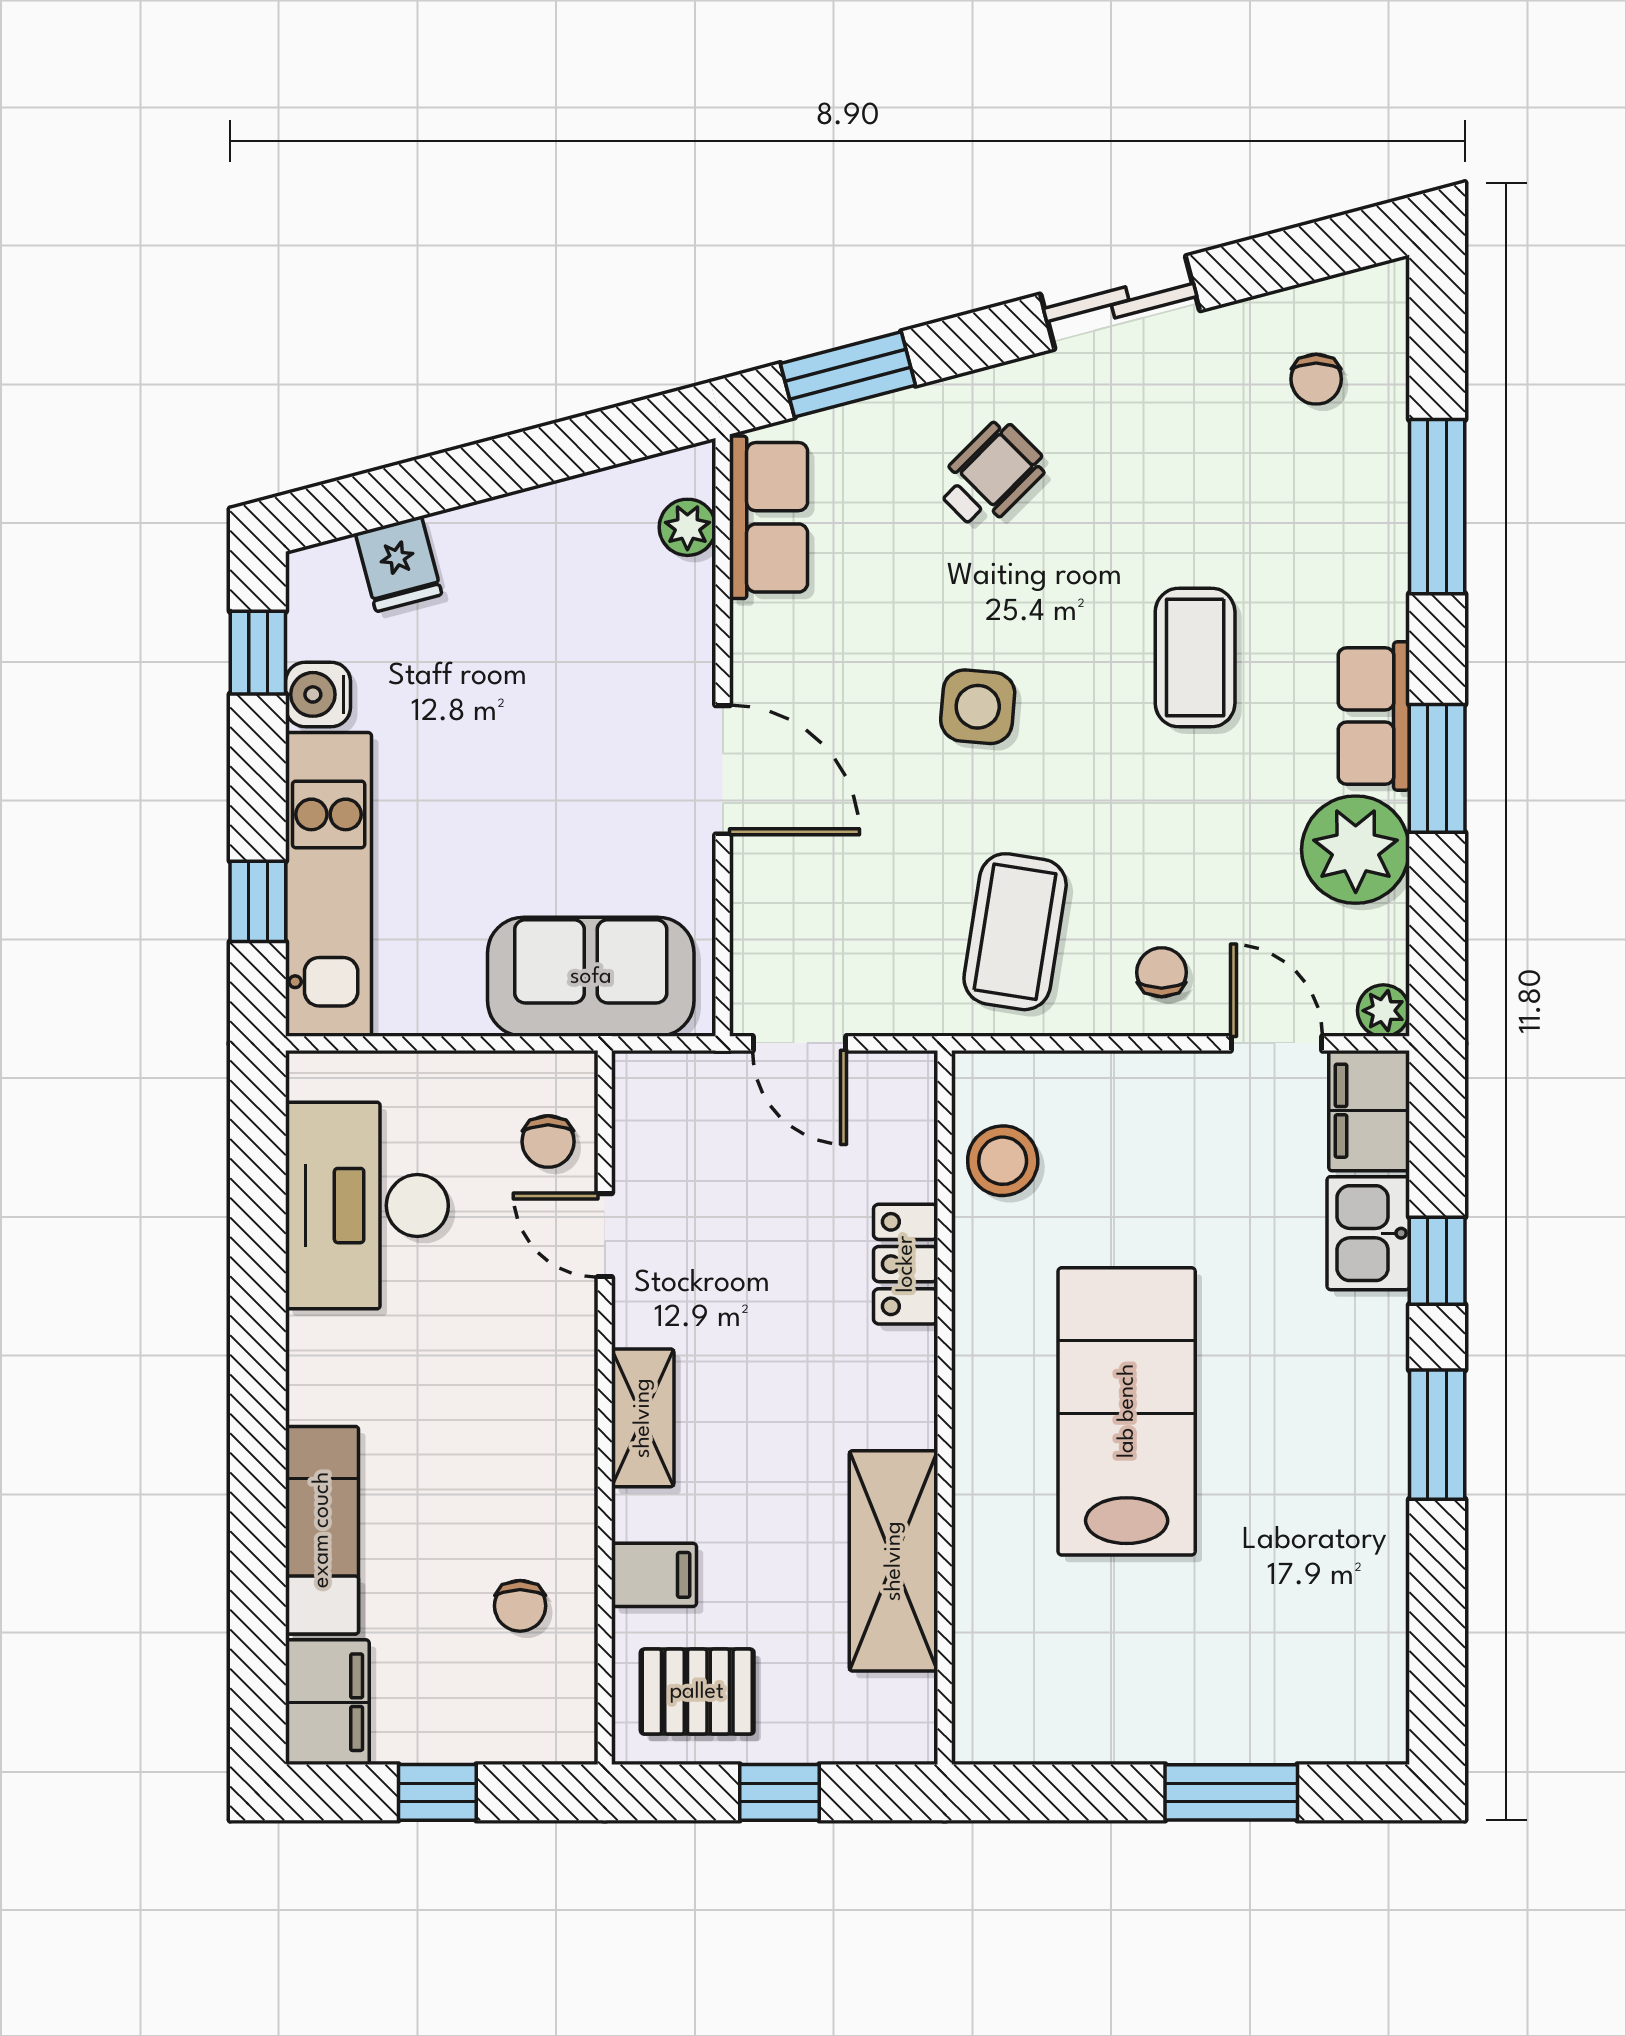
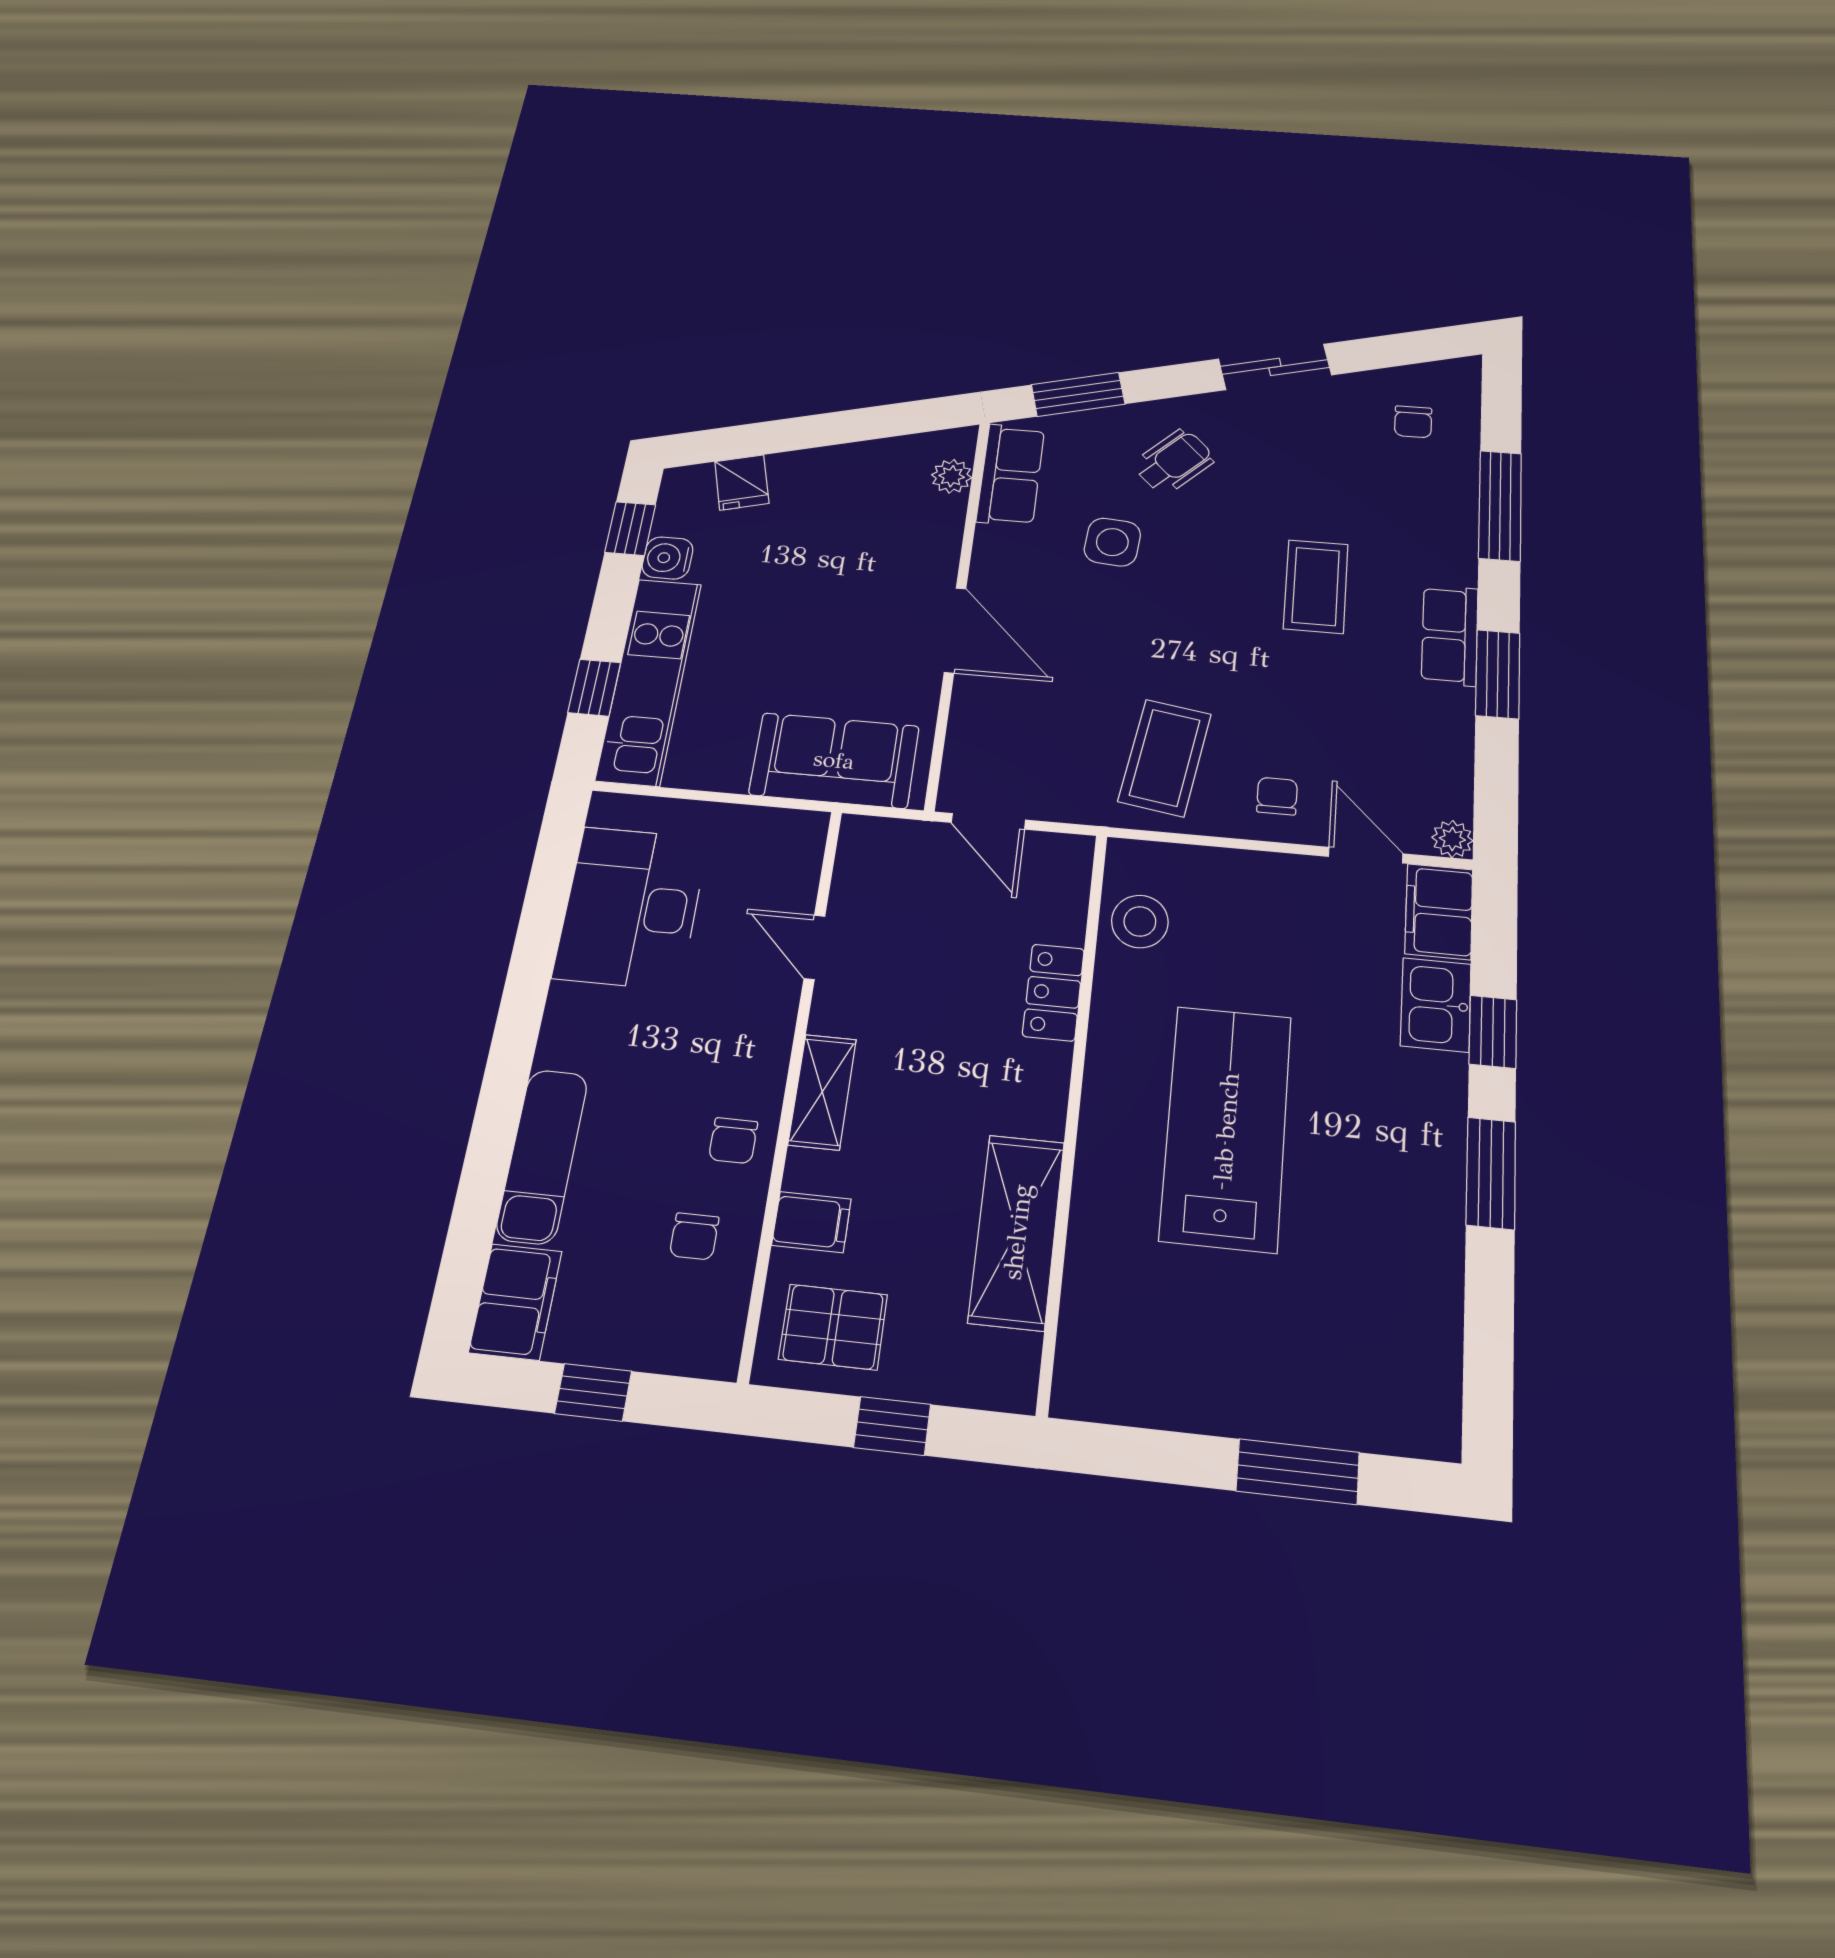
side table: (978, 707) -> (1112, 542), moved
plant: (1356, 850) -> (1433, 724), removed
chair: (548, 1142) -> (733, 1141), moved

